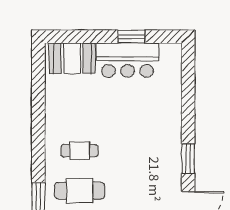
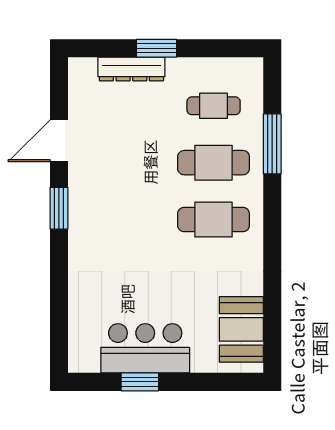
booth: (72, 58) -> (241, 329), moved, turned 90
cafe table: (80, 151) -> (214, 220), width x1.37, depth x1.35

